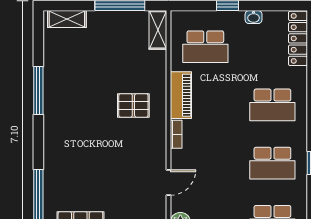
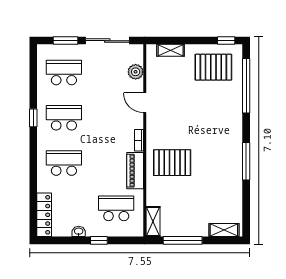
window: (38, 90) -> (246, 161), moved
pallet: (133, 105) -> (172, 163), width x1.50, depth x1.42
door: (169, 183) -> (145, 103), hinge flipped

